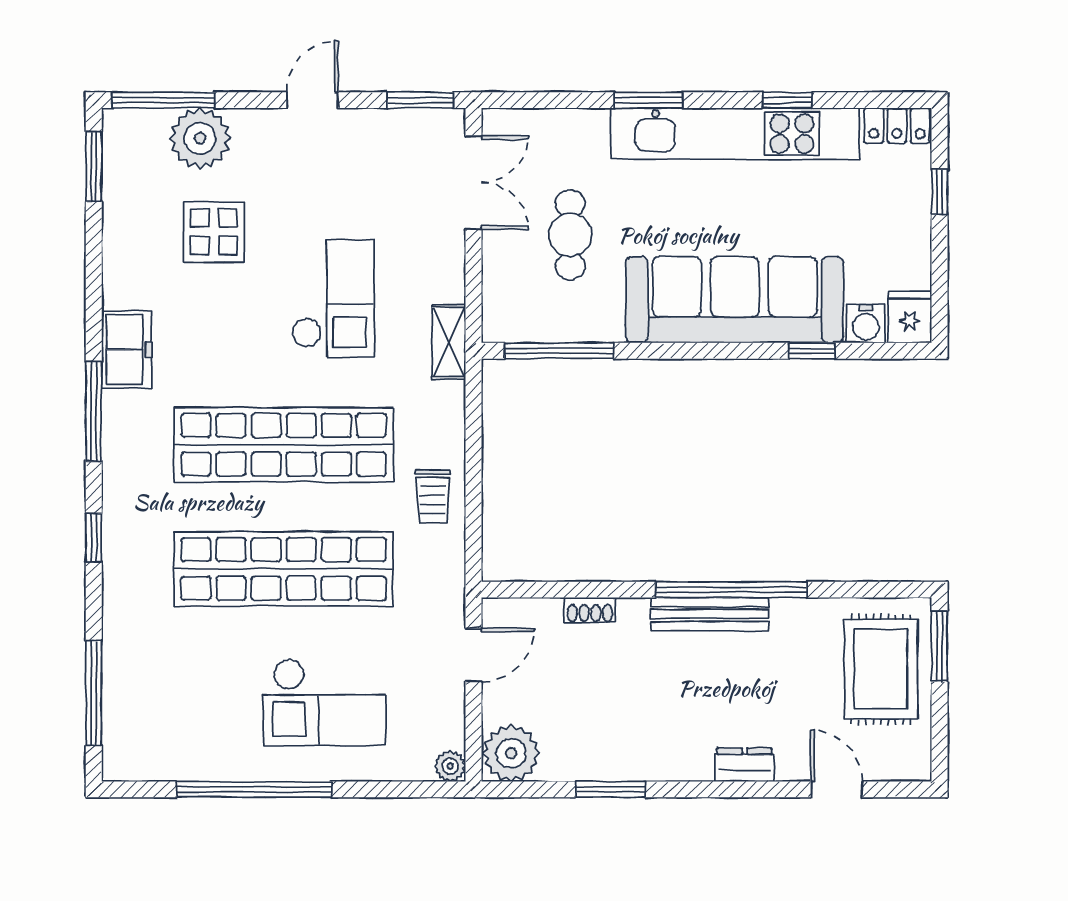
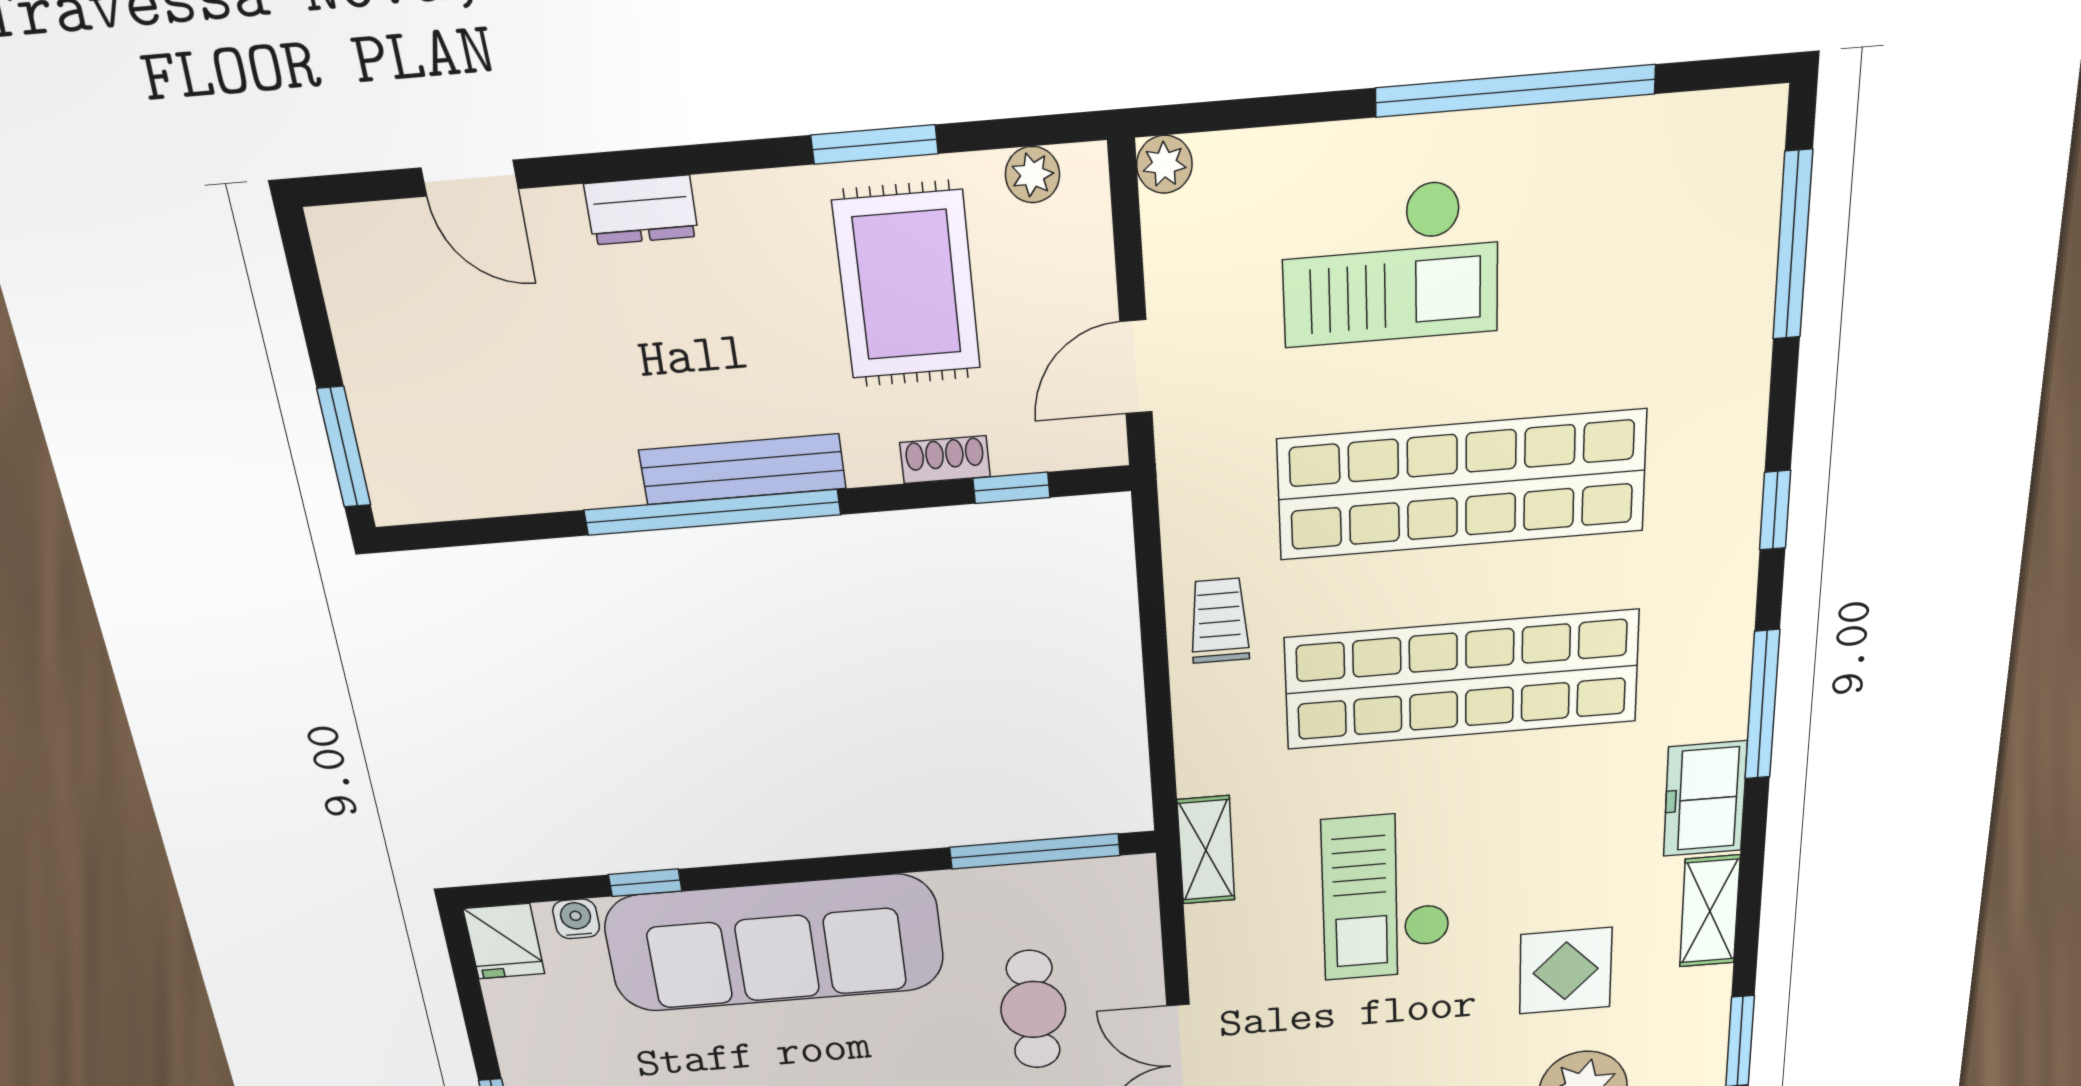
shelving: (119, 268) -> (1710, 911), added
water cooler: (866, 324) -> (576, 919), width x0.72, depth x0.72
window: (552, 590) -> (1011, 488), added
rug: (881, 669) -> (907, 285), moved
checkout: (325, 702) -> (1390, 263), turned 180
plant: (511, 753) -> (1032, 175), width x0.53, depth x0.53

